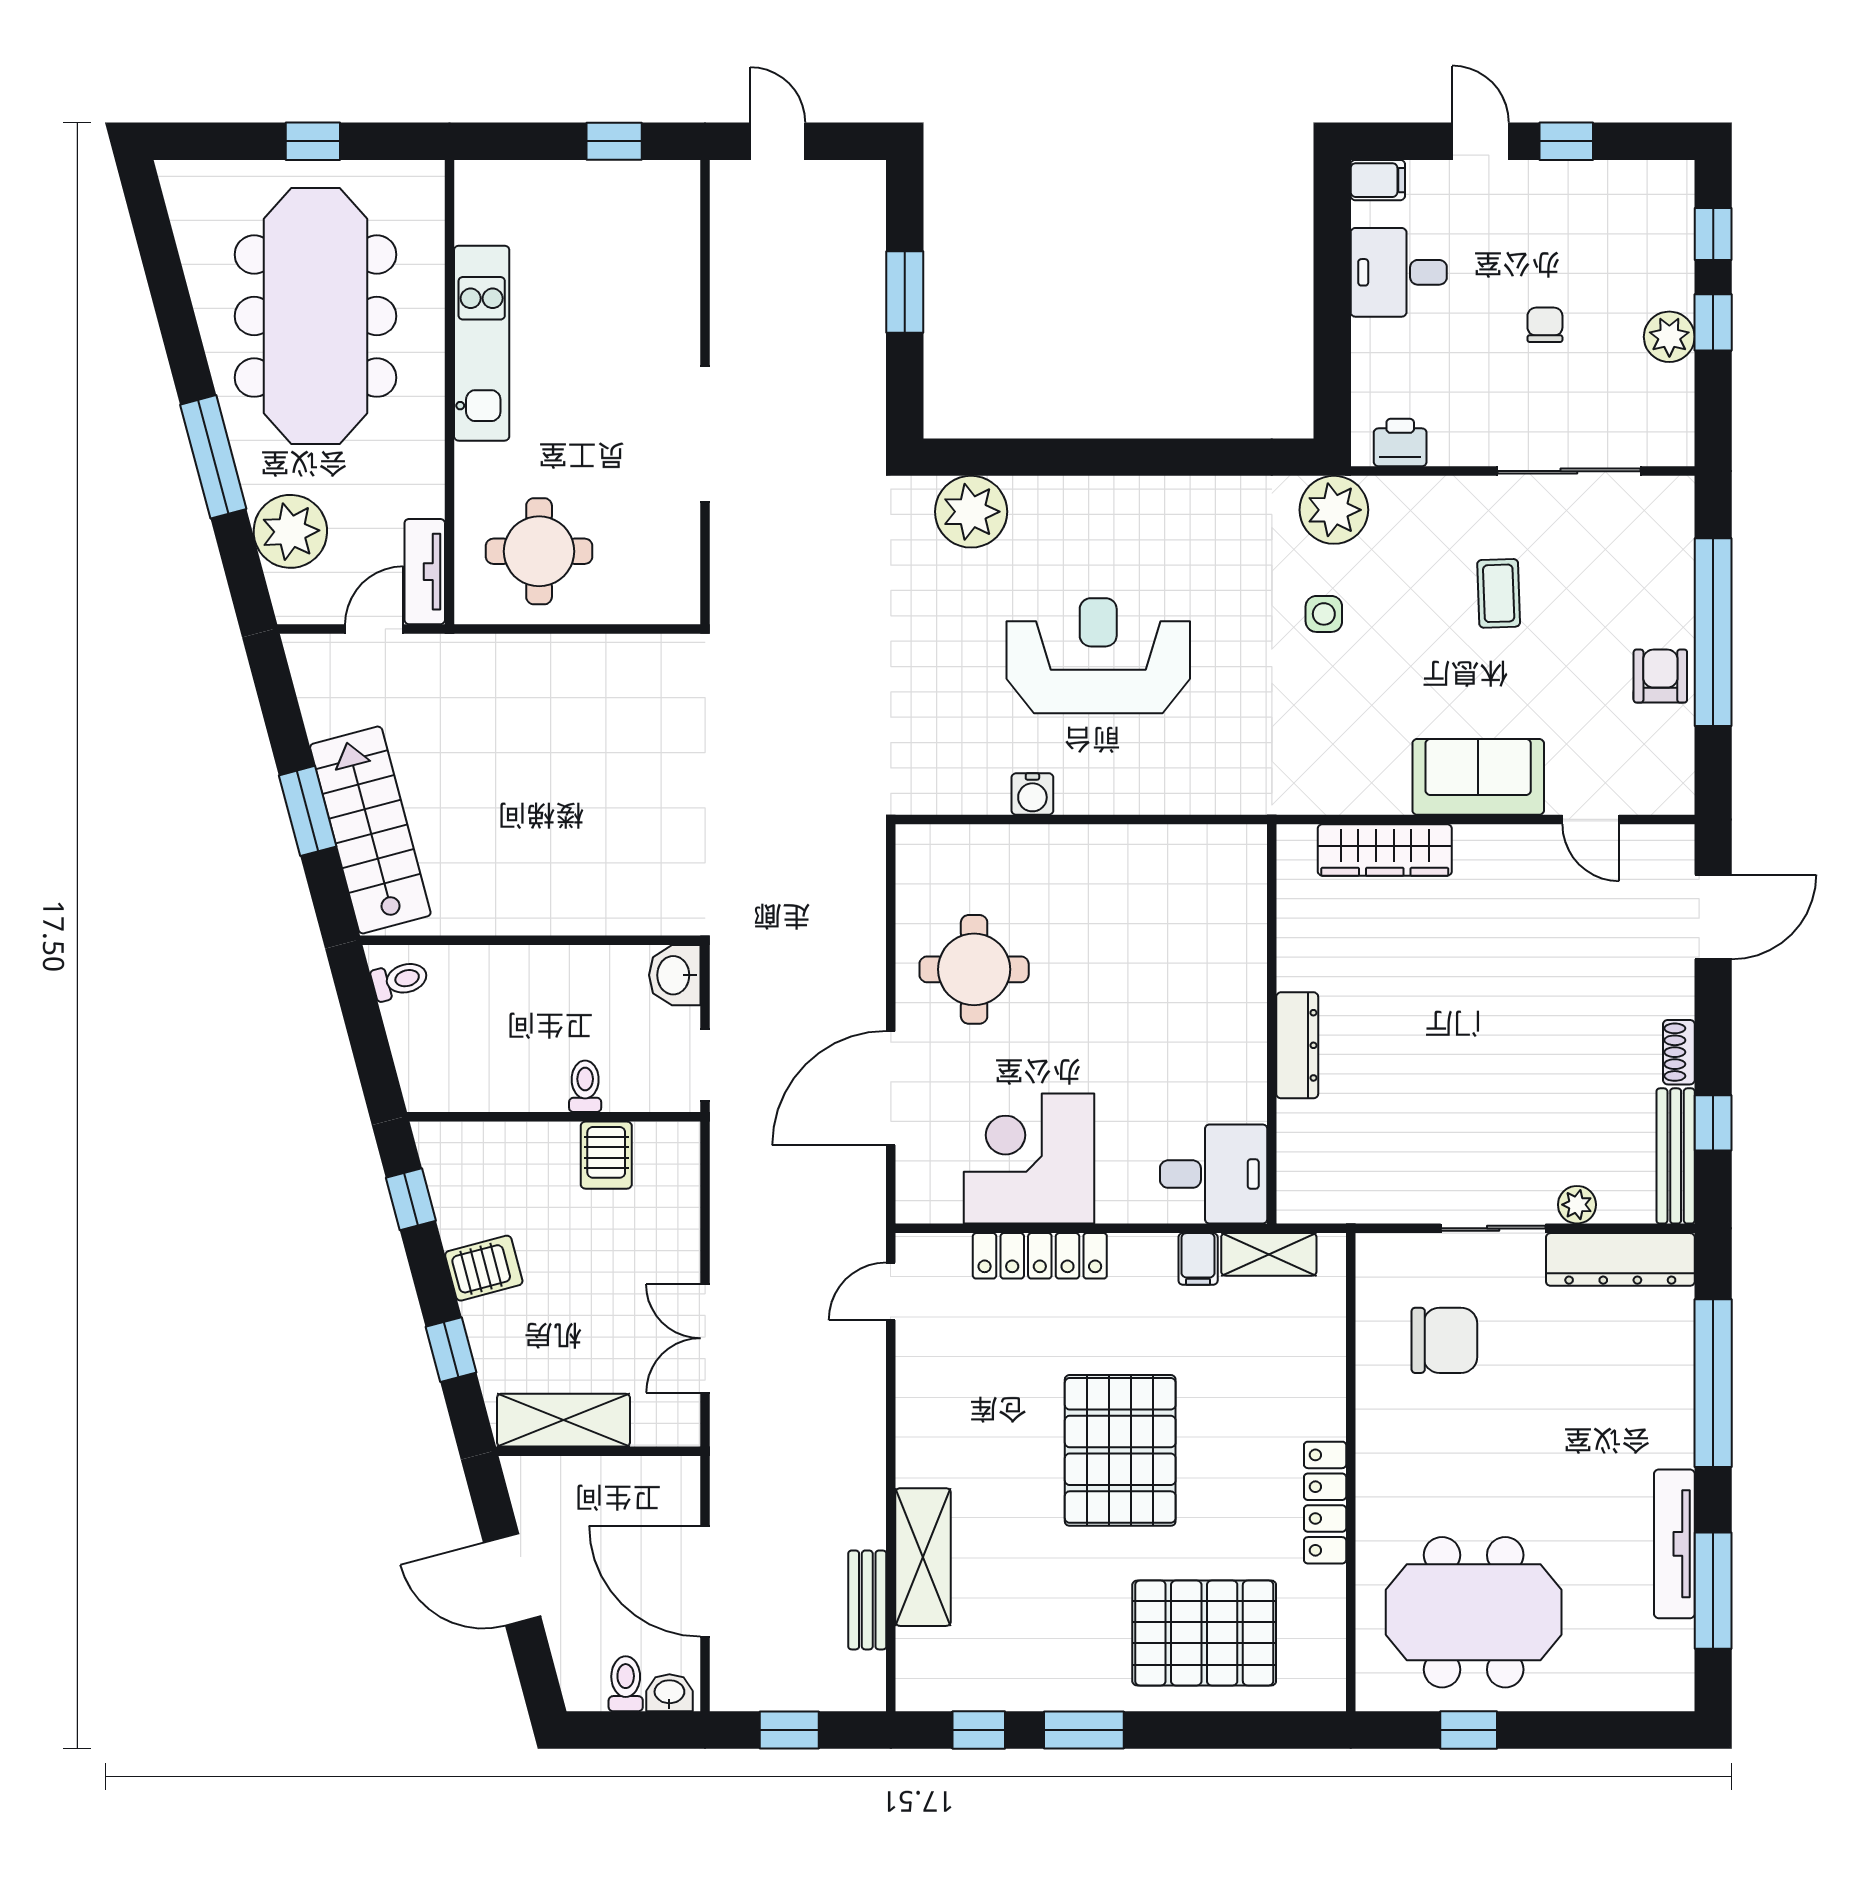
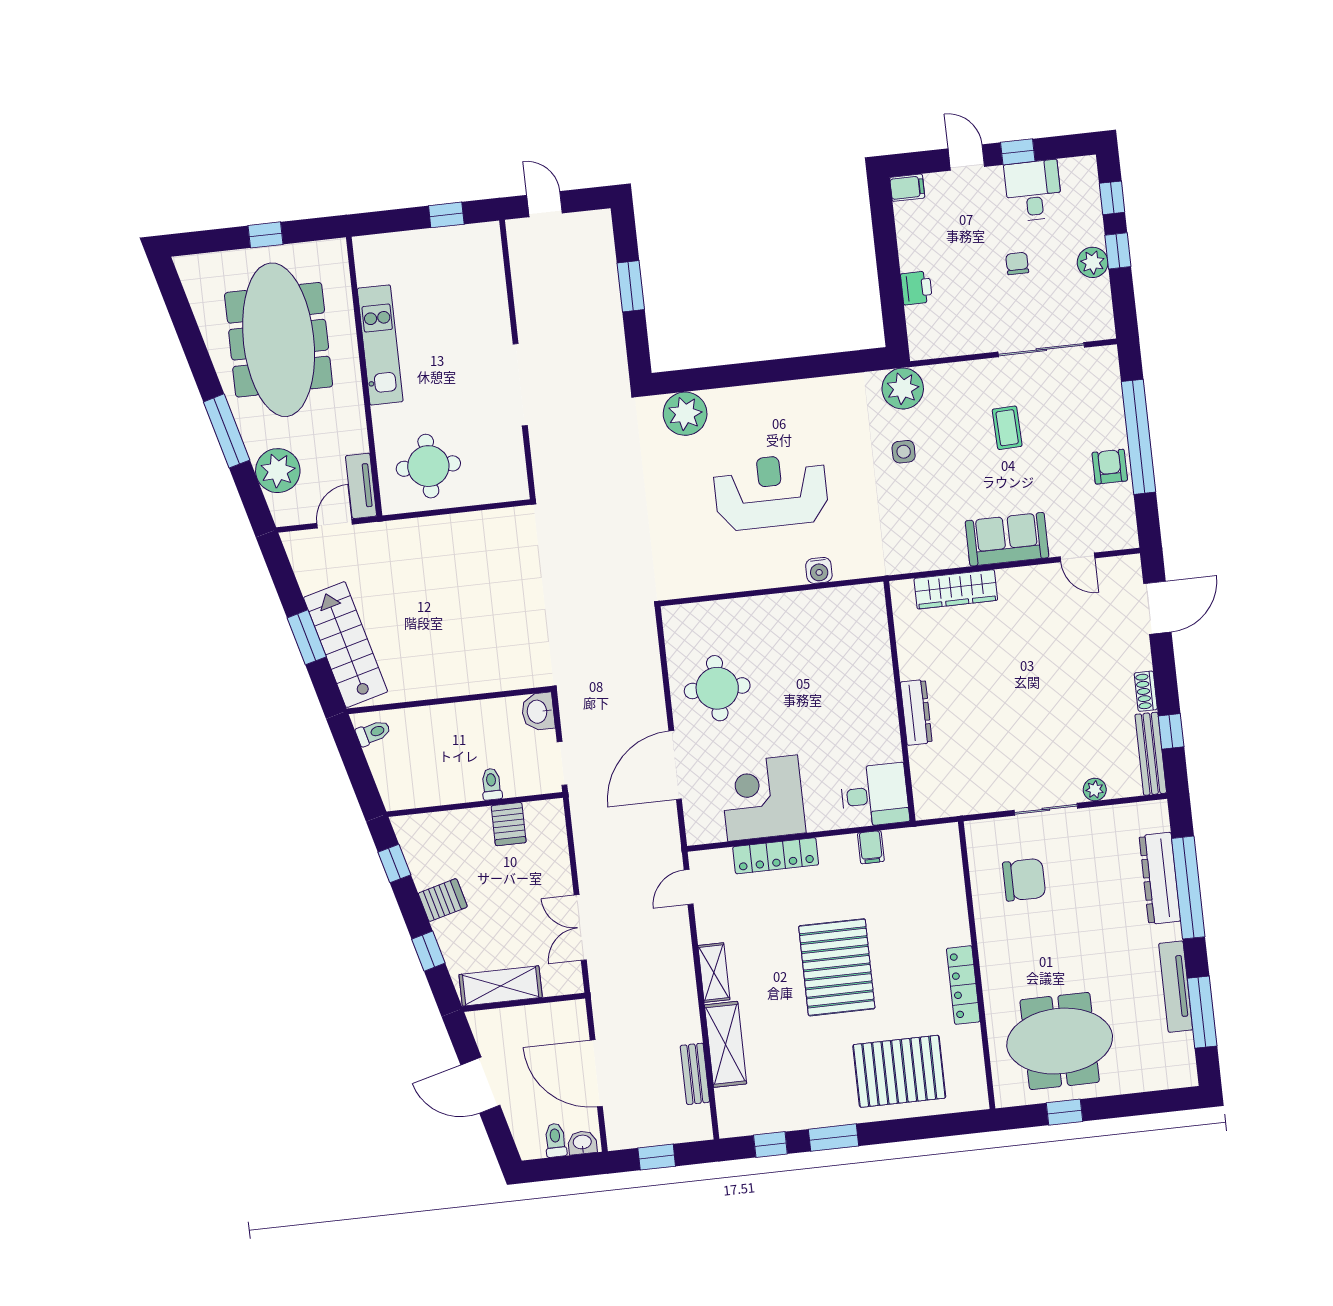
desk: (1399, 272) -> (1033, 191), moved, turned 90
printer: (1400, 443) -> (916, 288), moved, turned 90
water cooler: (1032, 794) -> (819, 570), moved
shelving: (1269, 1254) -> (714, 973), moved, turned 90
dresser: (1620, 1259) -> (1160, 878), moved, turned 90

